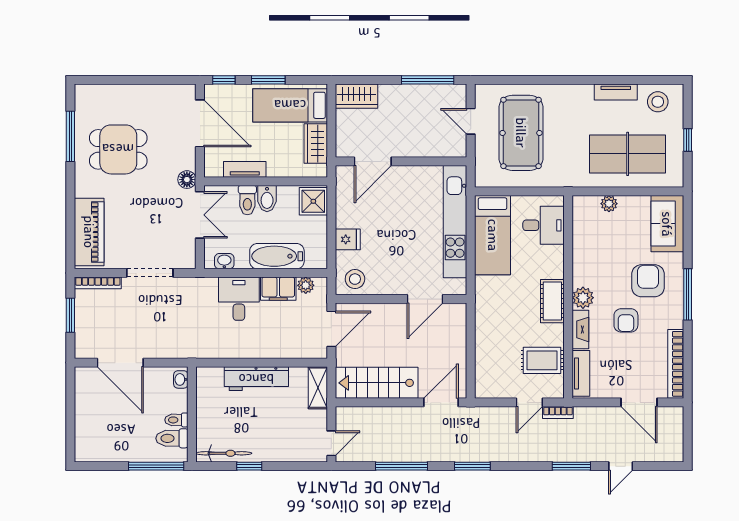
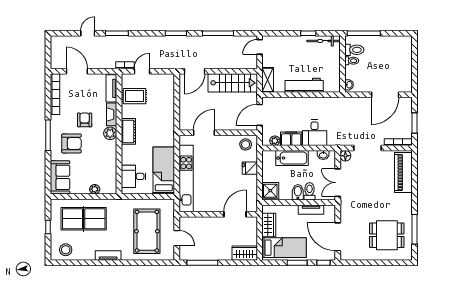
tv unit: (616, 92) -> (108, 256), moved
dining table: (118, 149) -> (387, 235), moved
floor lamp: (187, 180) -> (345, 156), moved
armchair: (648, 281) -> (71, 143), turned -90
door: (120, 363) -> (385, 95), swing flipped

